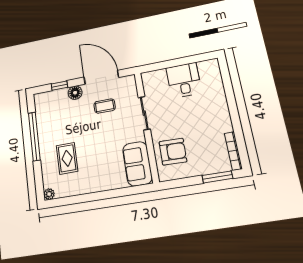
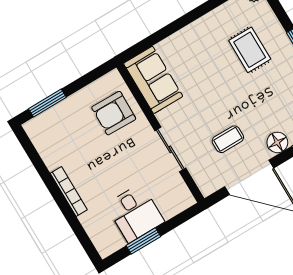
window: (185, 61) -> (143, 241), added
bookcase: (233, 151) -> (69, 191), moved

